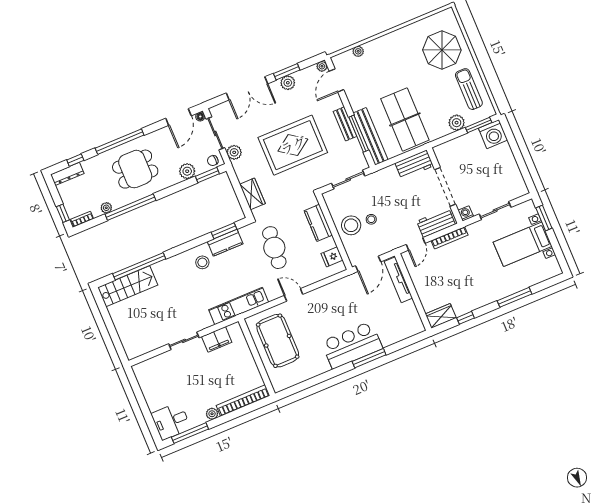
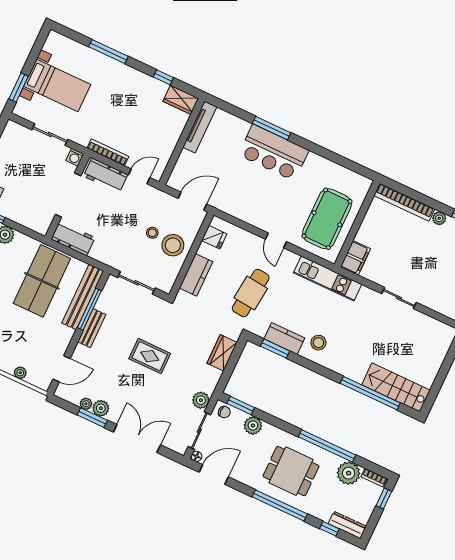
plant: (322, 66) -> (86, 404), moved
rug: (293, 145) -> (150, 356), width x0.54, depth x0.49
plant: (106, 208) -> (349, 473), width x1.88, depth x1.88
tv unit: (398, 280) -> (200, 127), moved
filing cabinet: (217, 339) -> (355, 258), moved, turned 90

